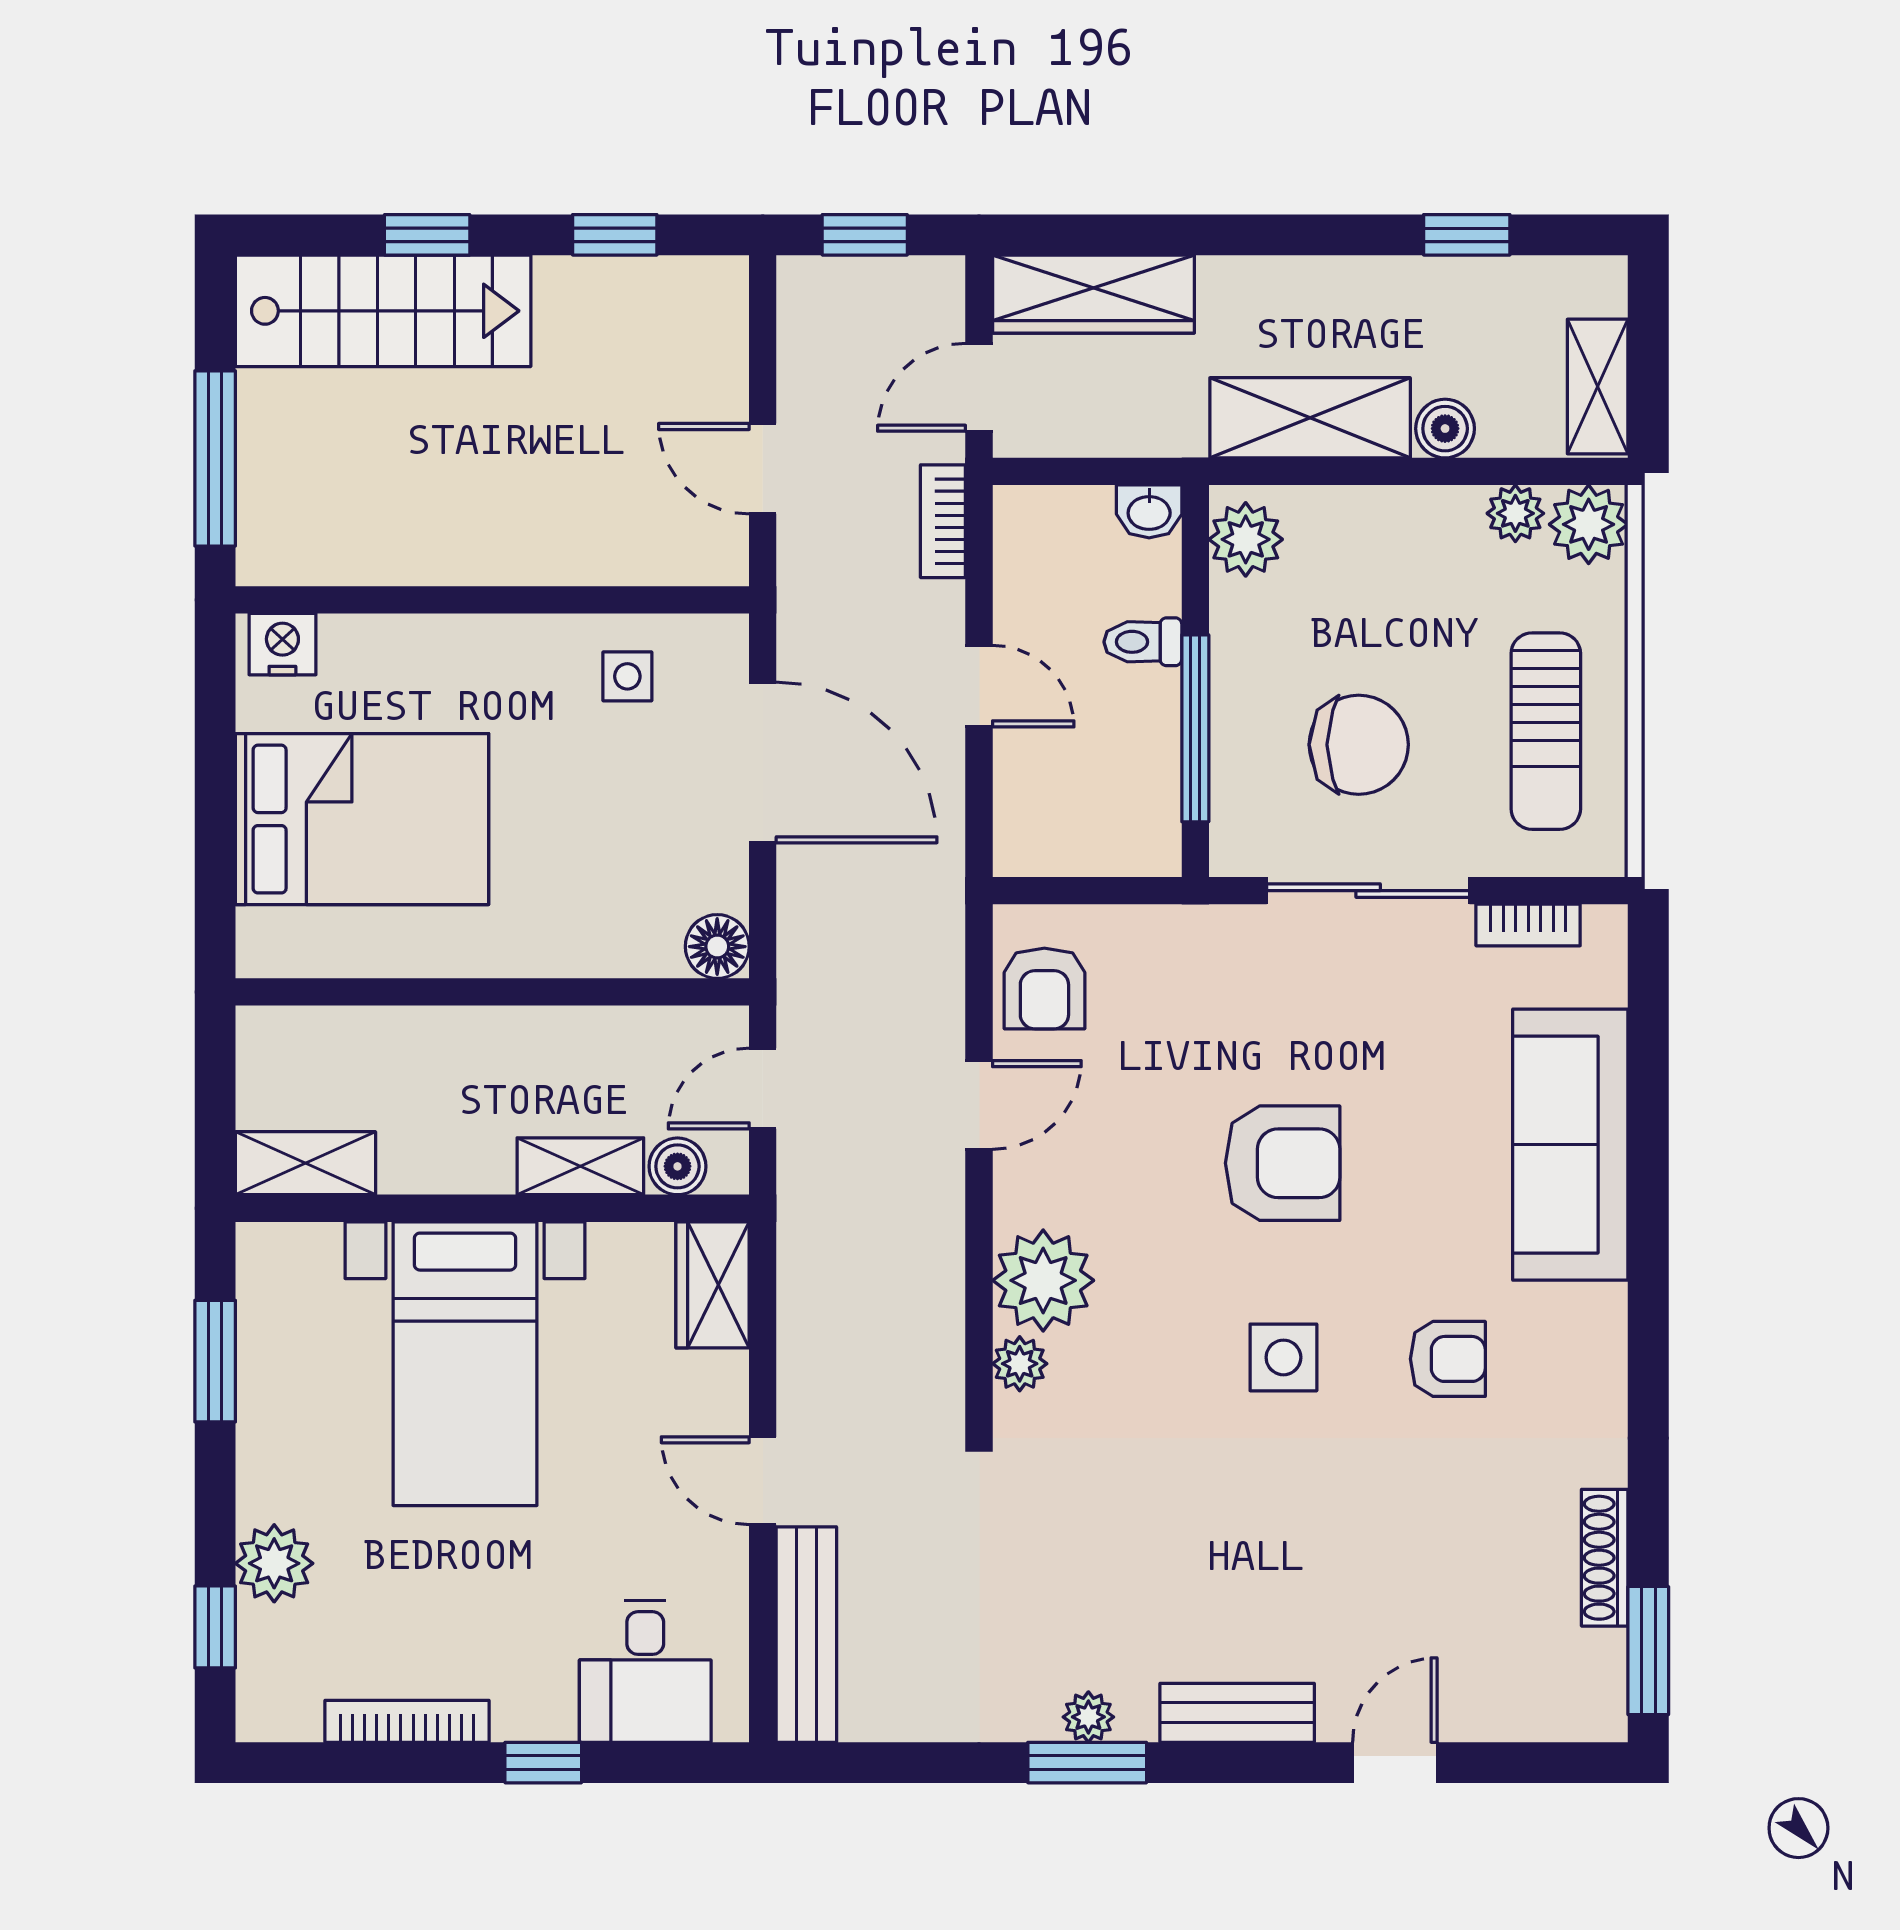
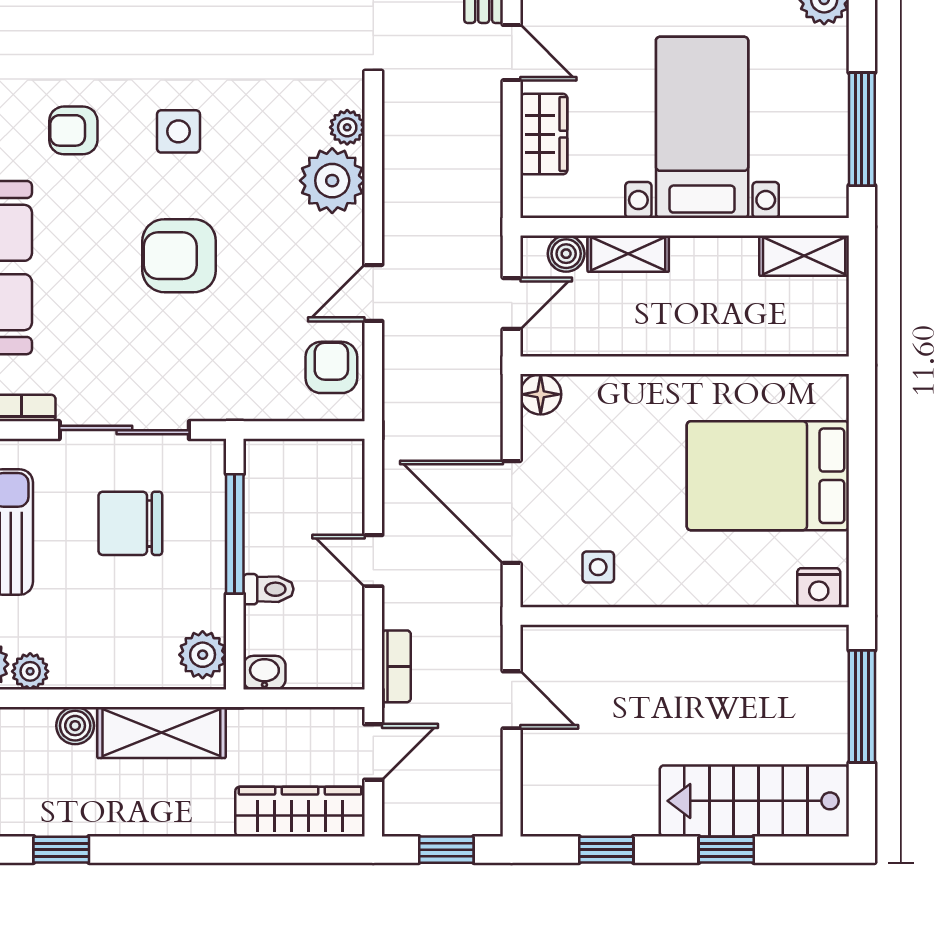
wardrobe: (713, 1285) -> (544, 134), moved
window: (215, 1361) -> (862, 129), width x1.44

